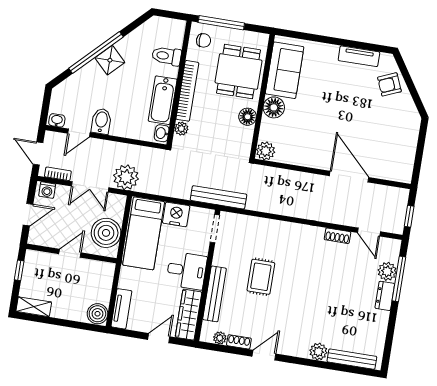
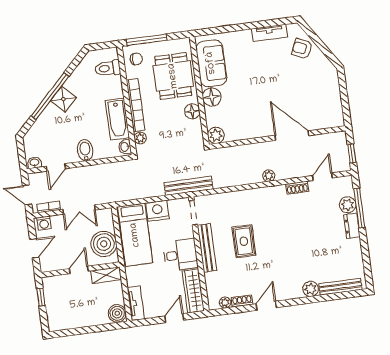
toilet: (167, 56) -> (108, 68), moved
armchair: (389, 84) -> (302, 49), turned 47
bidet: (101, 121) -> (85, 150), moved
plant: (126, 177) -> (269, 176), moved, width x0.53, depth x0.53
door: (369, 232) -> (322, 177), swing flipped
bench: (214, 294) -> (207, 248), moved
shelving: (34, 307) -> (106, 275), moved

